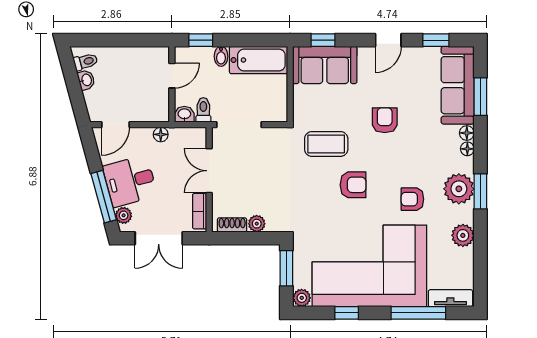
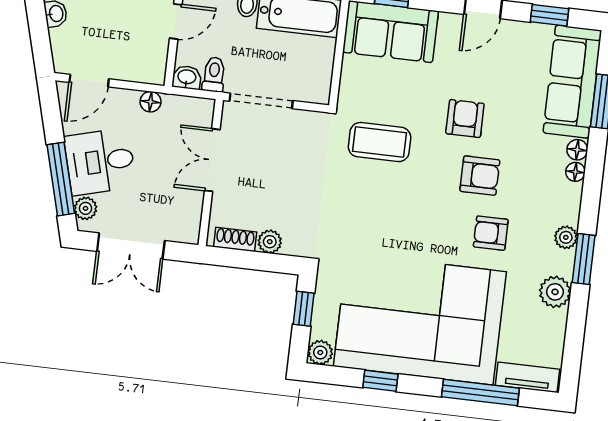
armchair: (353, 185) -> (480, 176), moved
plant: (459, 189) -> (566, 237), width x0.53, depth x0.53
window: (480, 191) -> (584, 259), moved
bookcase: (200, 211) -> (192, 215), removed
window: (286, 268) -> (304, 309), width x0.67

